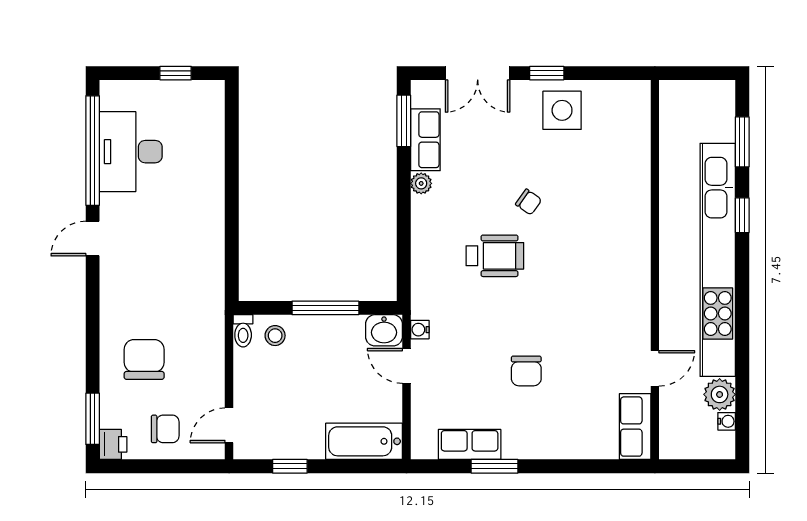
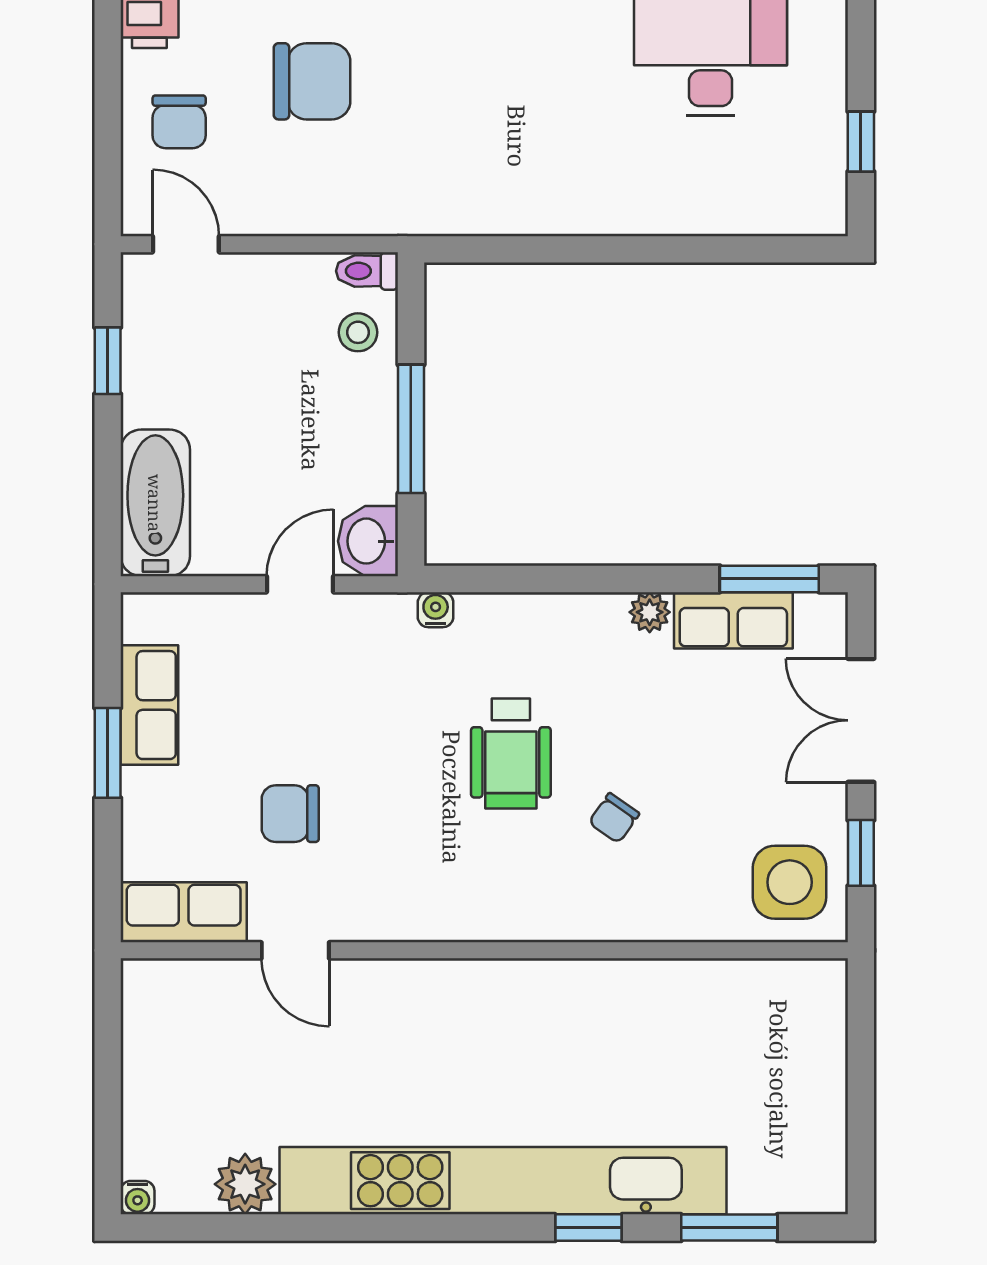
wall: (655, 270) -> (484, 950), moved
water cooler: (420, 330) -> (436, 610), moved
door: (655, 368) -> (295, 950), moved
water cooler: (727, 421) -> (138, 1198), moved
row of seats: (635, 427) -> (184, 912), moved

